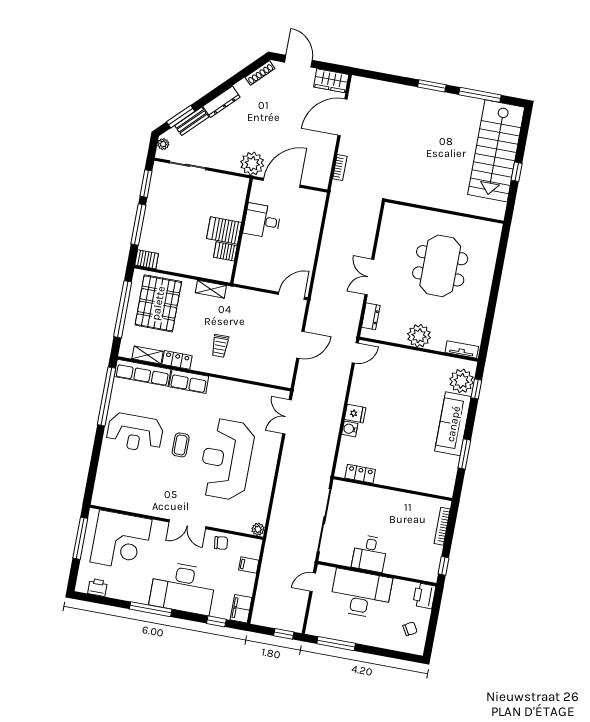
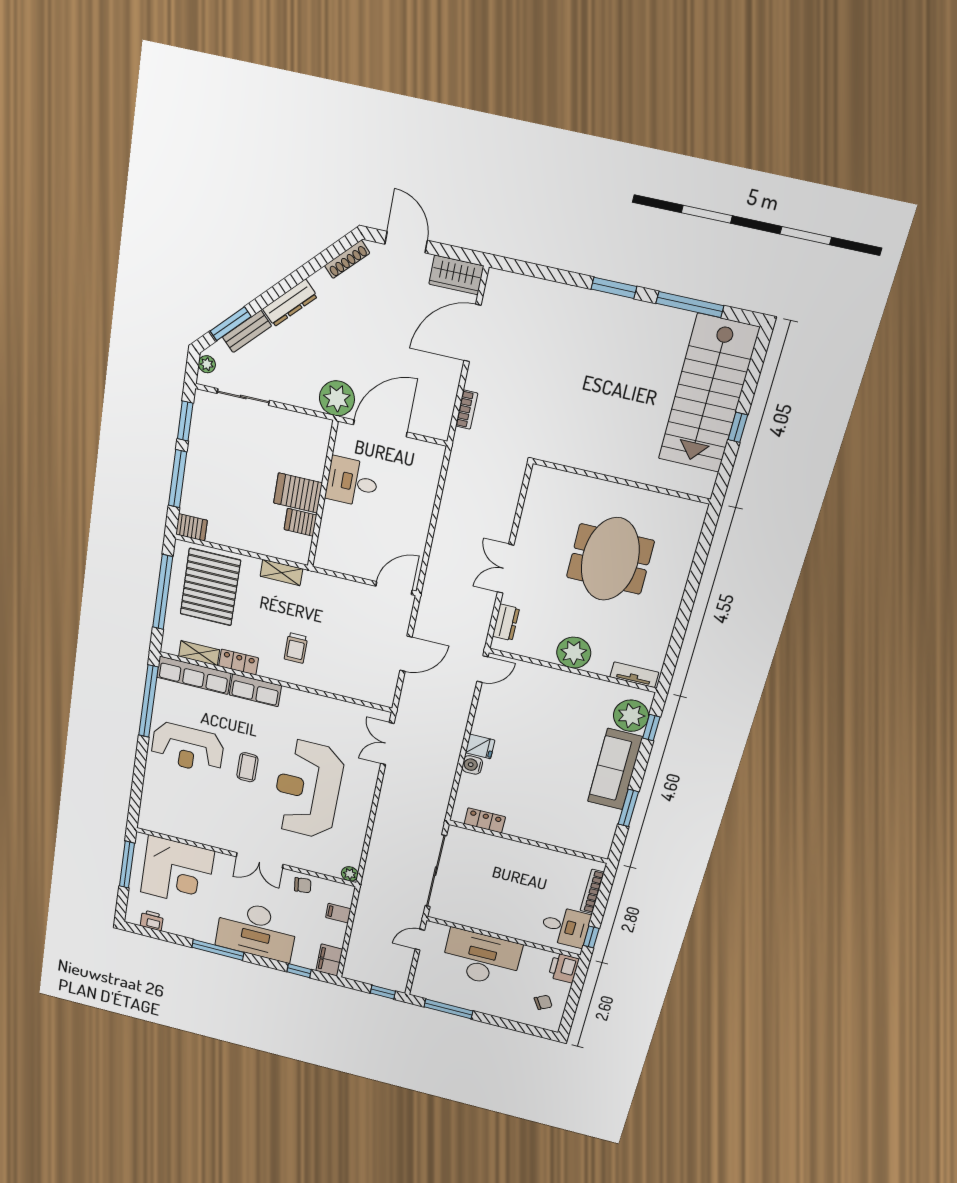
desk: (370, 553) -> (565, 927), moved, turned -90

